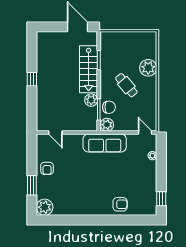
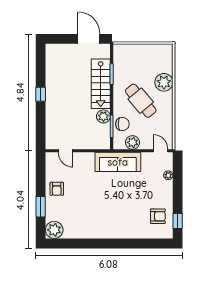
cafe table: (126, 85) -> (141, 101), width x1.37, depth x1.35
plant: (107, 125) -> (133, 142), moved
armchair: (120, 204) -> (158, 216), moved

